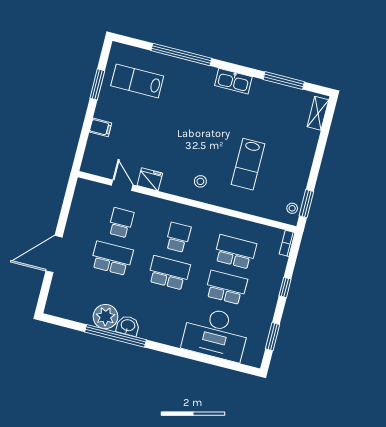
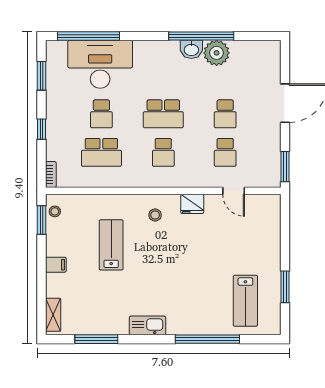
lab bench: (137, 81) -> (245, 301), turned 90
filing cabinet: (100, 127) -> (56, 265), moved, turned 180
fridge: (150, 179) -> (192, 204), moved
window: (69, 195) -> (285, 167), added
school desk: (112, 258) -> (225, 114), width x0.54
school desk: (226, 287) -> (101, 114), width x0.54
window: (220, 362) -> (88, 36), added

